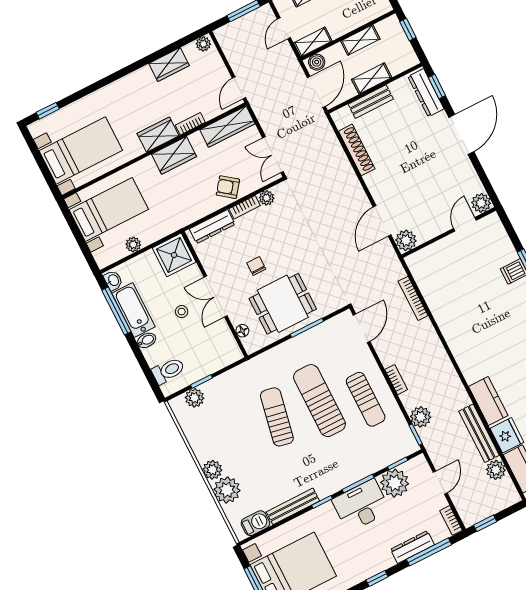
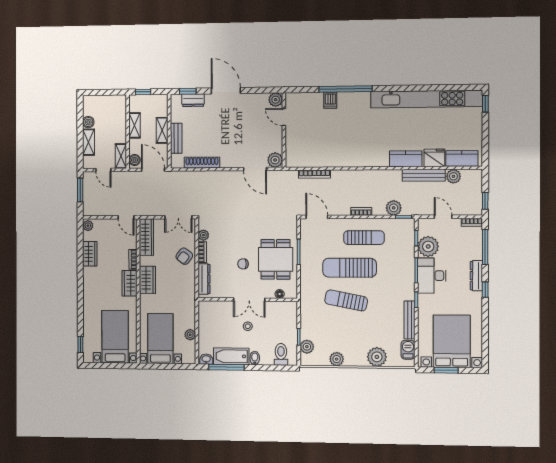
dresser: (426, 93) -> (193, 100), width x0.70
shower: (174, 255) -> (210, 312), removed
plant: (212, 470) -> (337, 359), moved
dresser: (412, 547) -> (476, 276), moved

